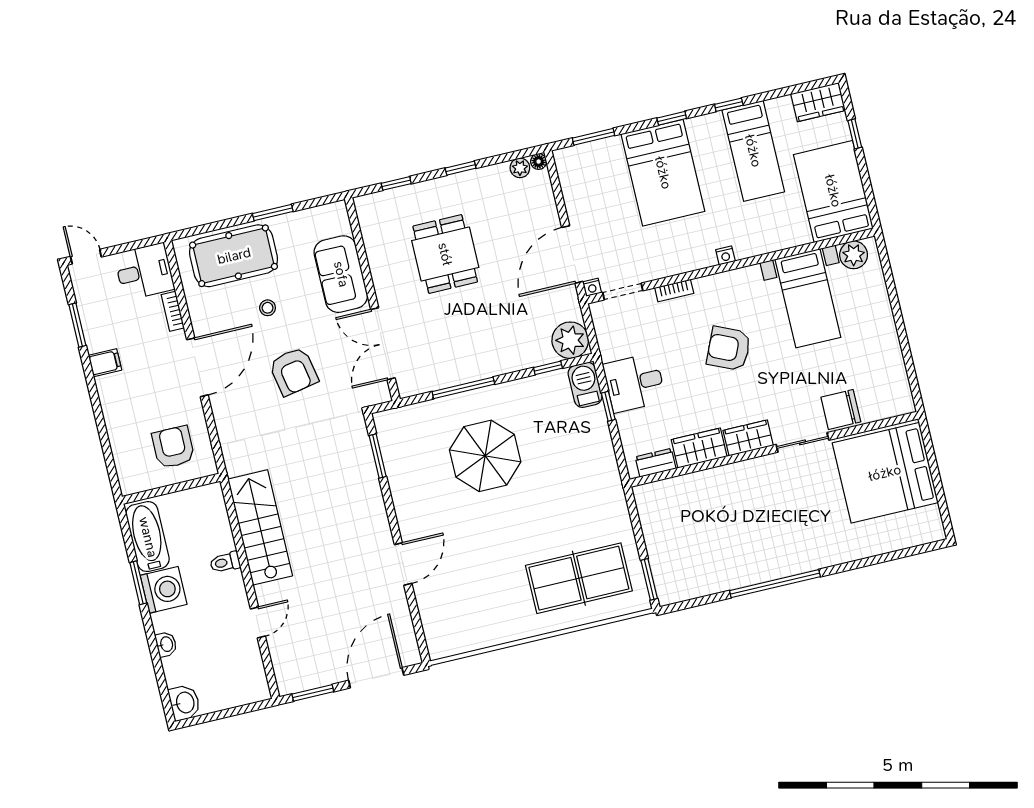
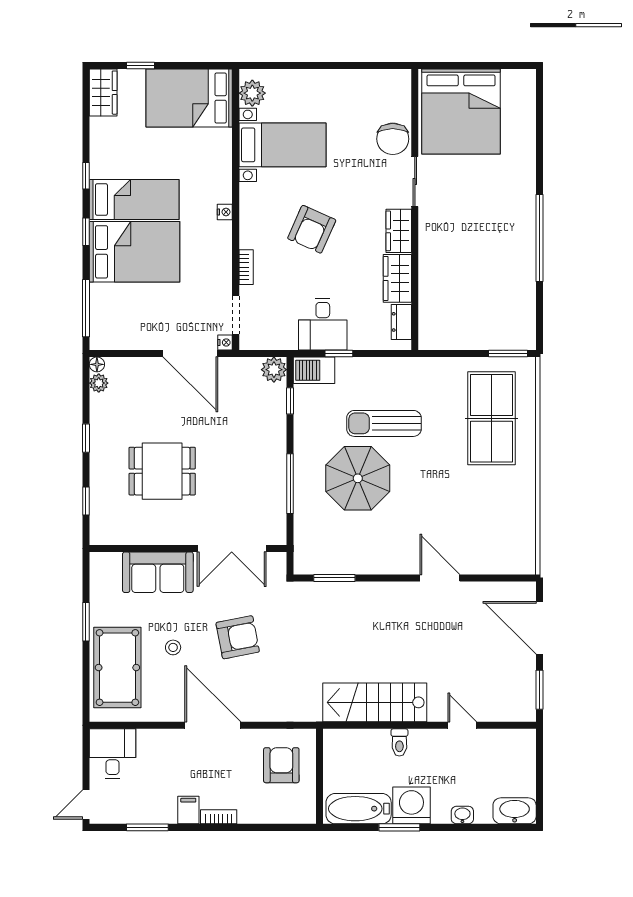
window: (594, 137) -> (86, 308), width x1.44
bed: (753, 151) -> (134, 199), moved
bookcase: (173, 311) -> (219, 817), moved, turned 180
plant: (570, 340) -> (274, 370), width x0.73, depth x0.73
armchair: (173, 447) -> (281, 765), turned 90
sun lounger: (548, 469) -> (384, 423), added
washbasin: (184, 703) -> (515, 811), width x1.38

